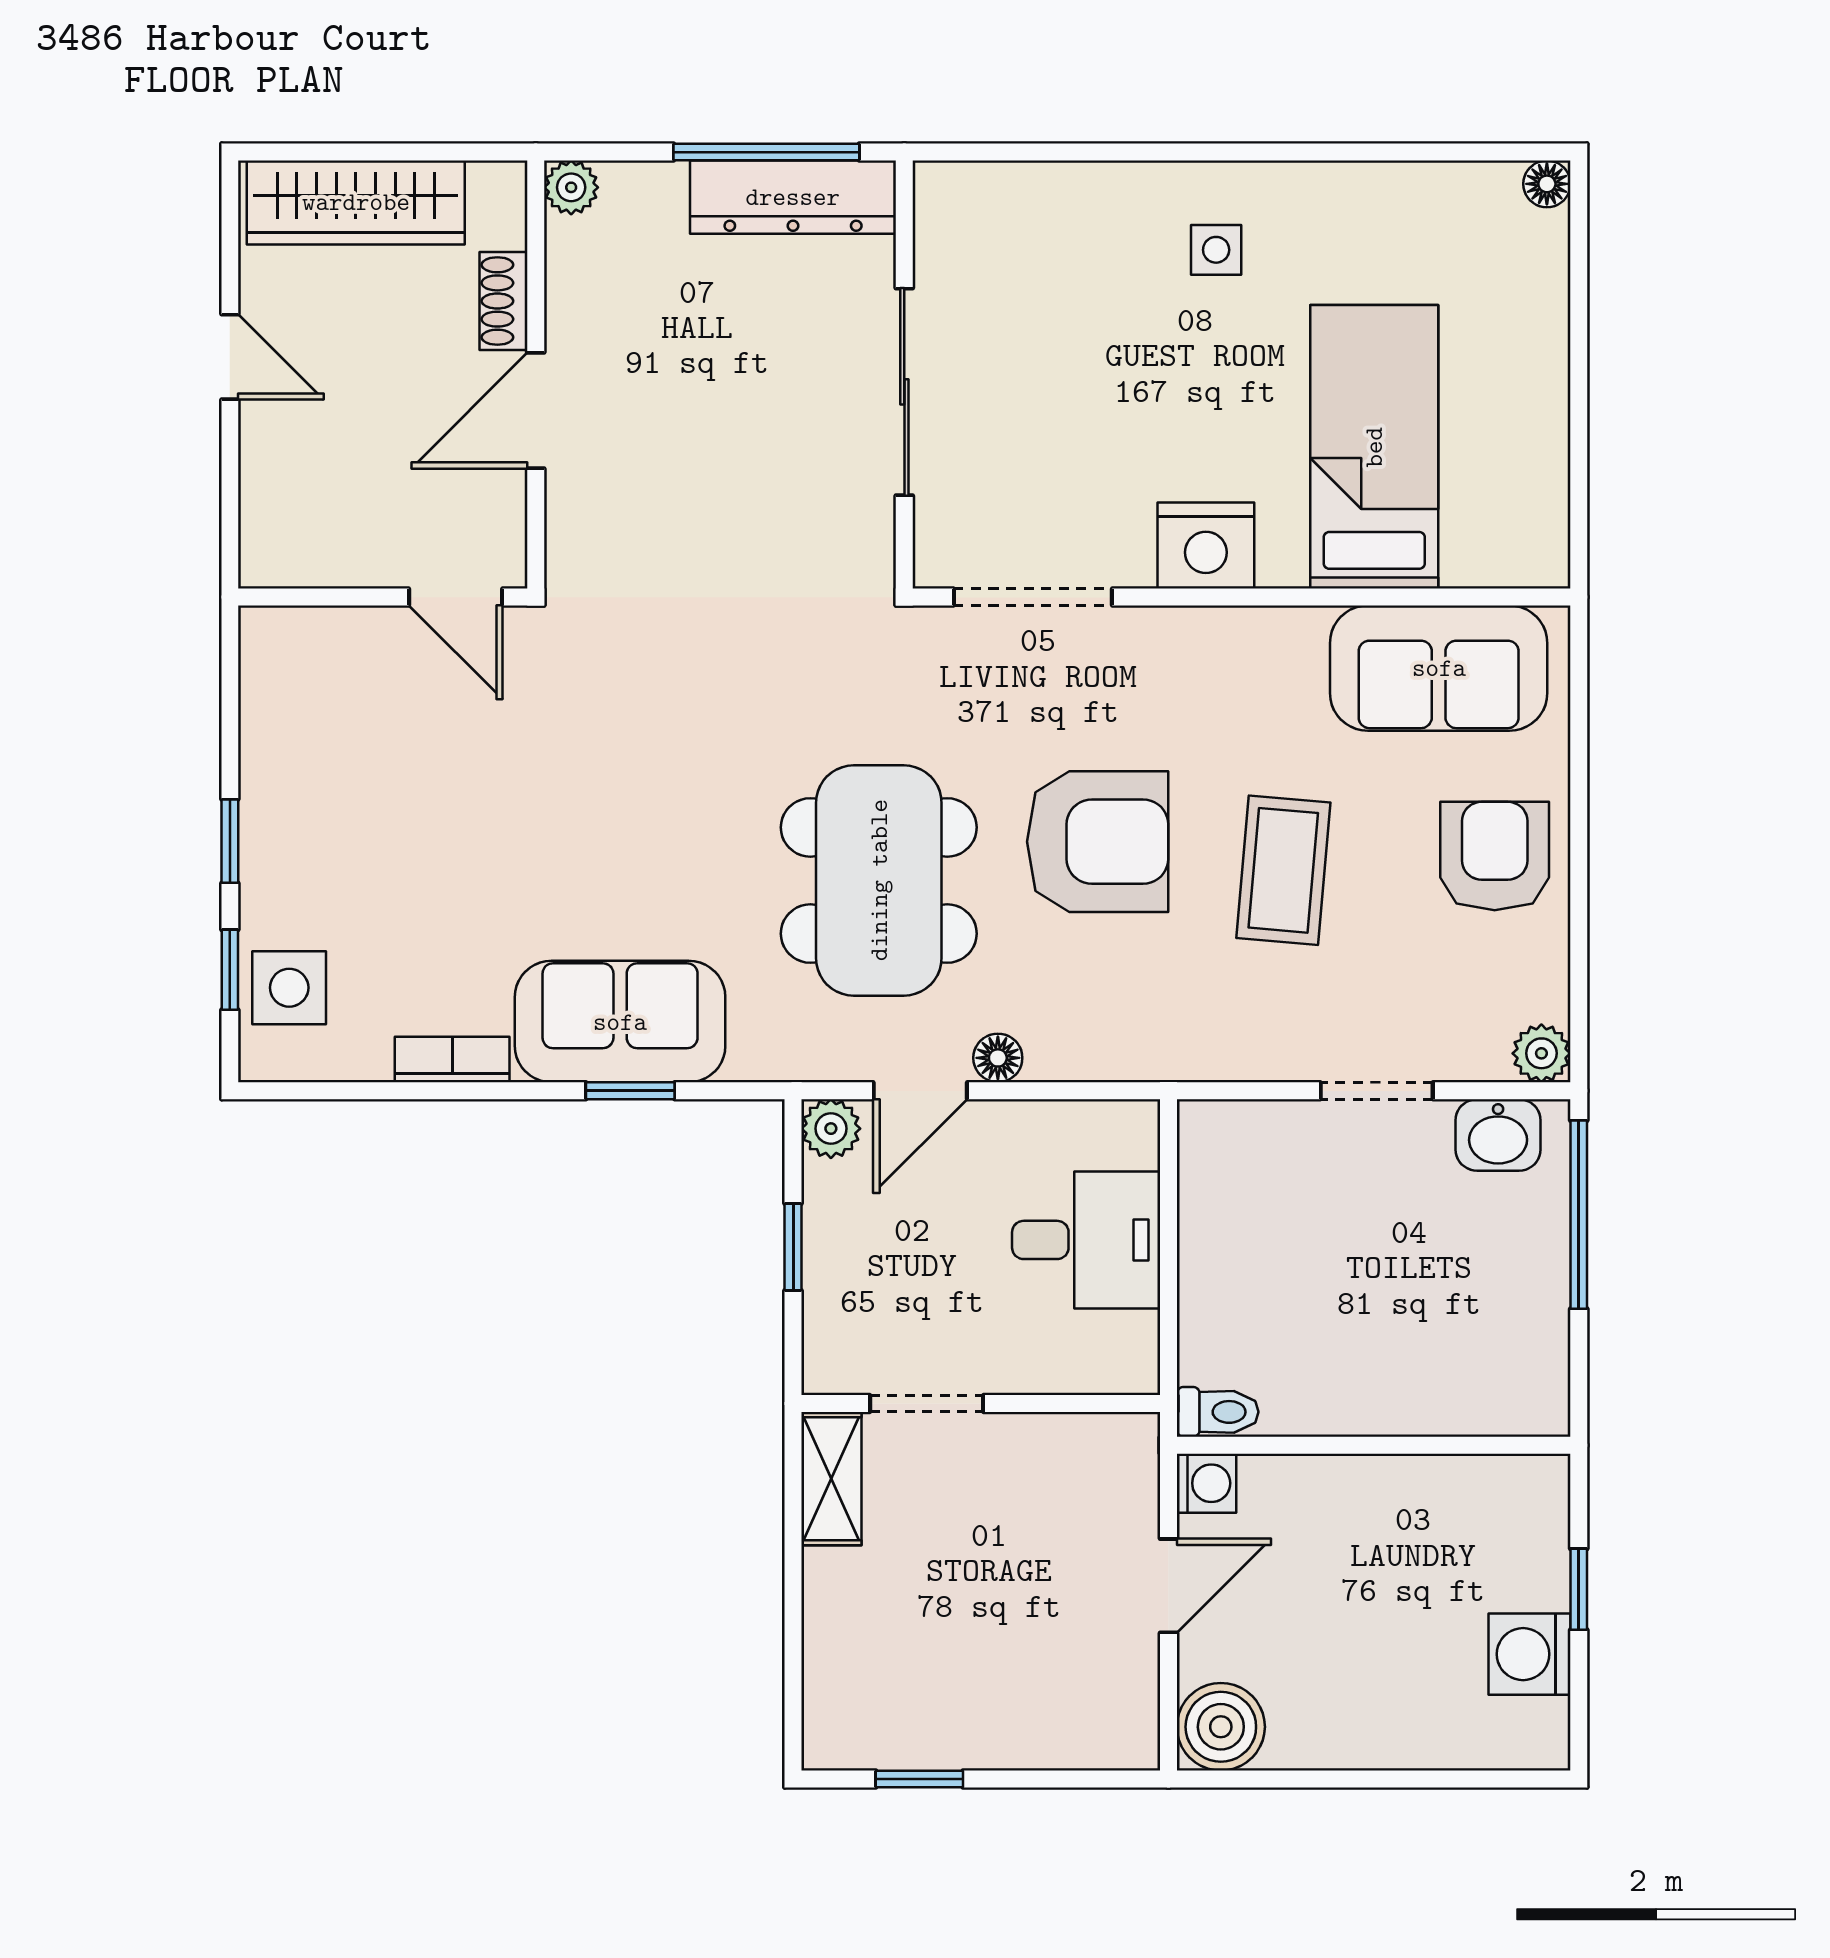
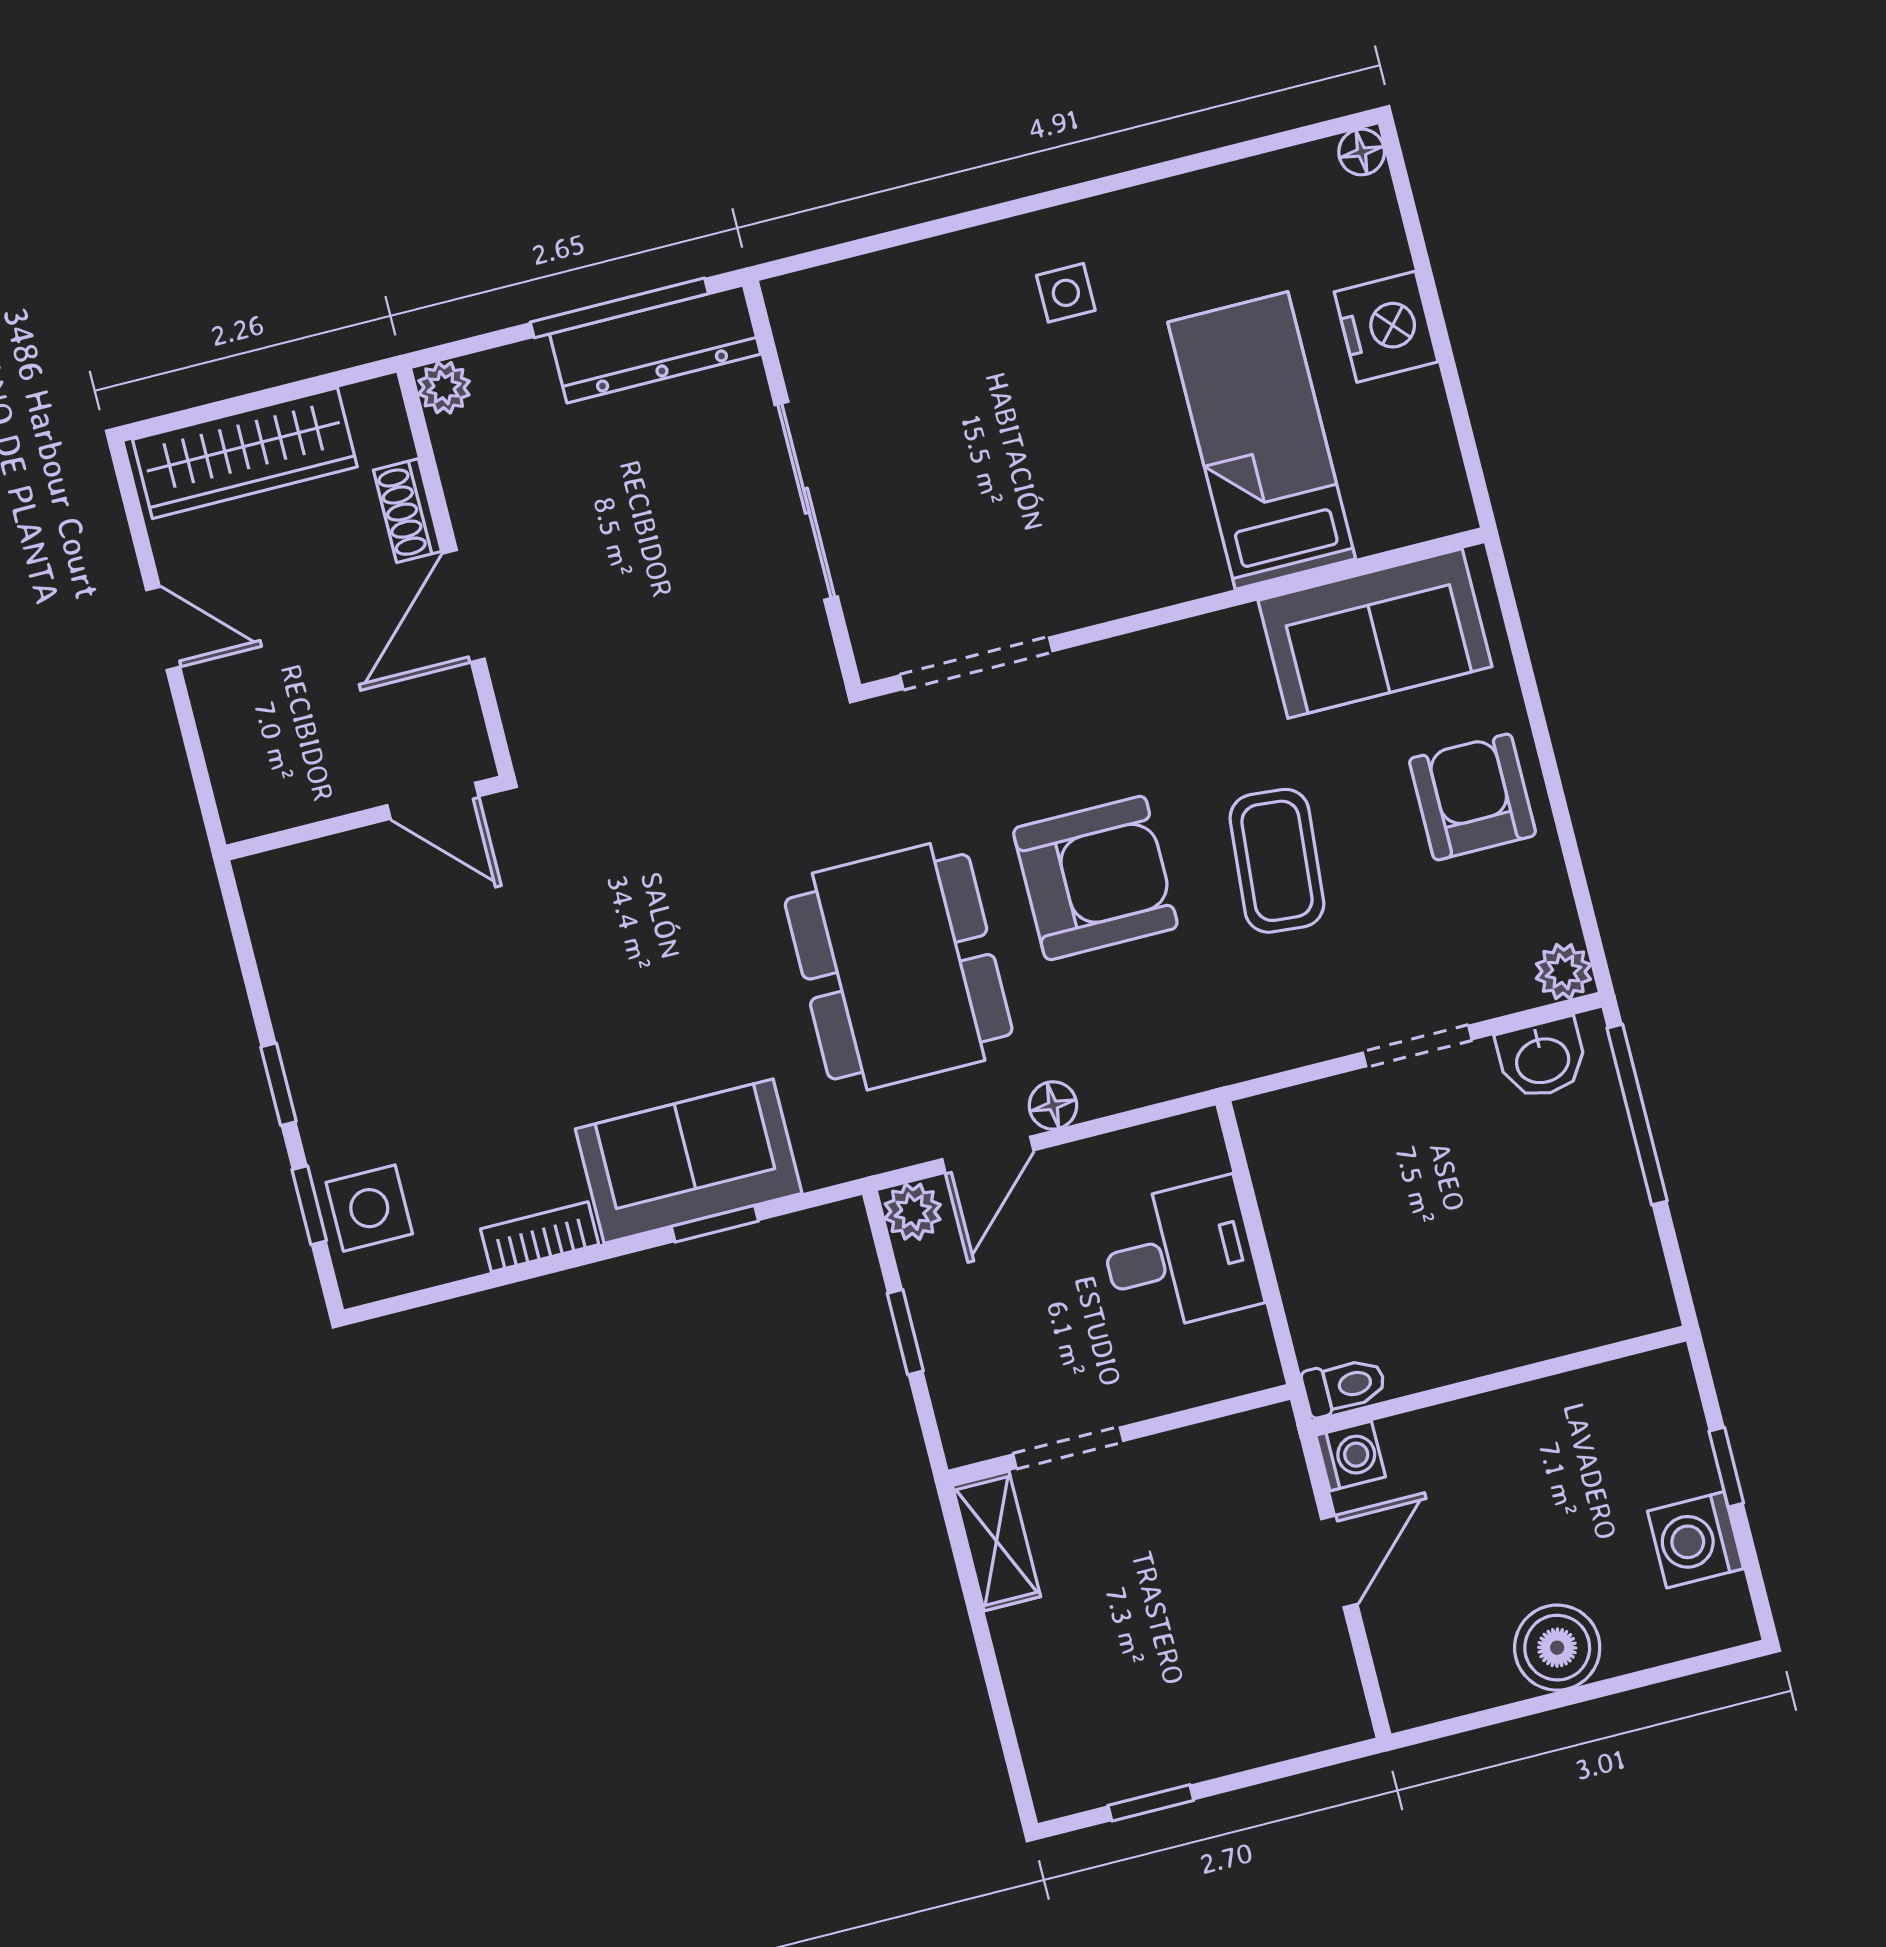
nightstand: (1206, 546) -> (1386, 327), moved, turned -90
boiler: (1221, 1727) -> (1557, 1648), moved

